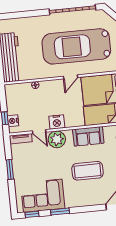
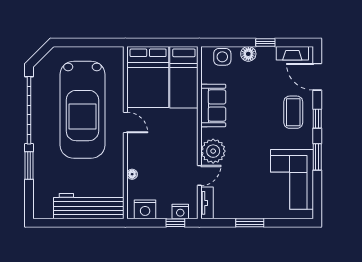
window: (34, 13) -> (29, 165), added
nightstand: (57, 122) -> (145, 209), moved, turned 90
coffee table: (87, 171) -> (293, 112), moved, width x0.73, depth x0.76
window: (32, 214) -> (317, 119), moved

